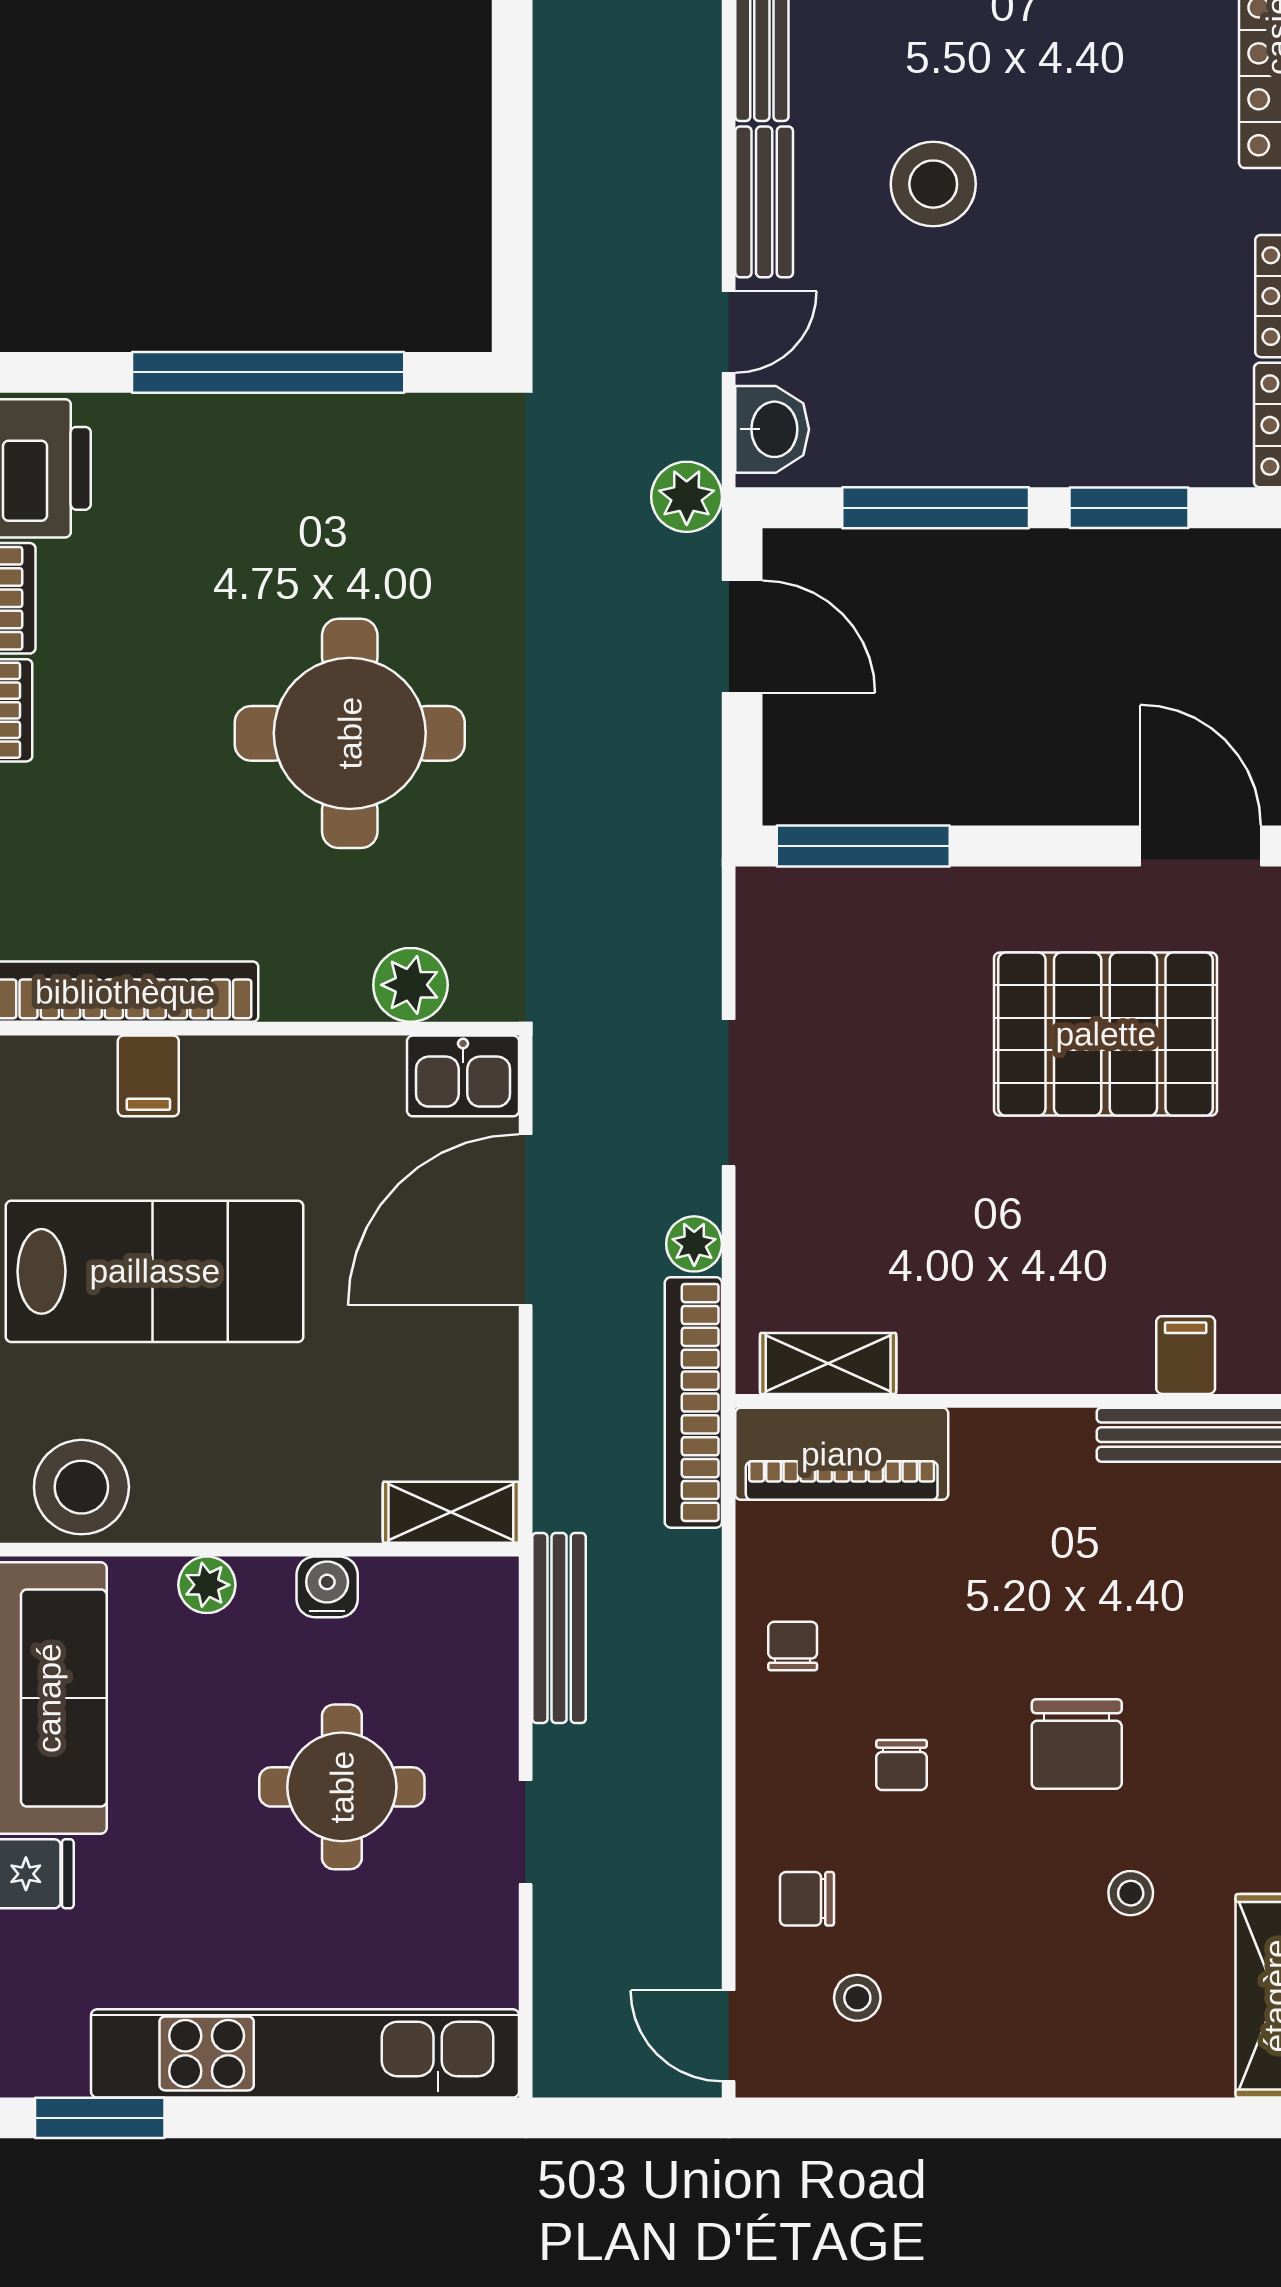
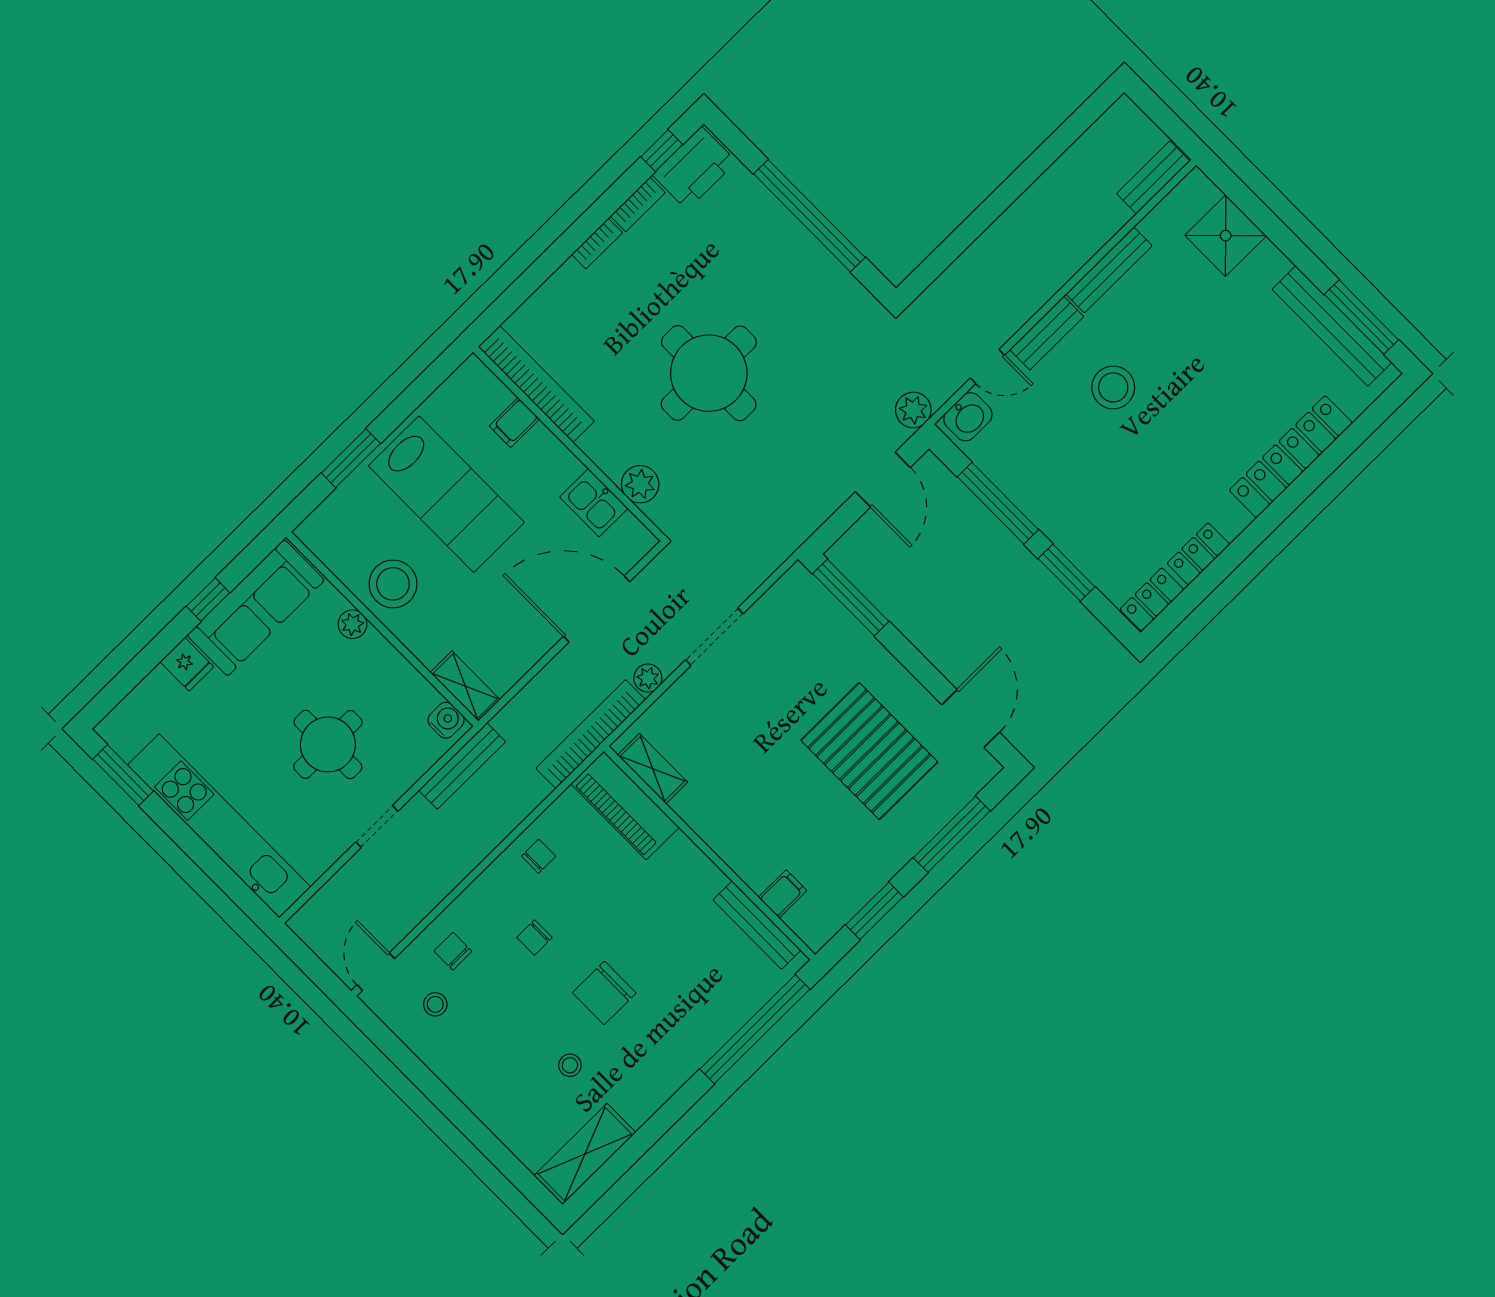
kitchen sink: (463, 1076) -> (594, 503), moved
stool: (81, 1487) -> (393, 584), moved
water cooler: (327, 1587) -> (446, 720), moved

